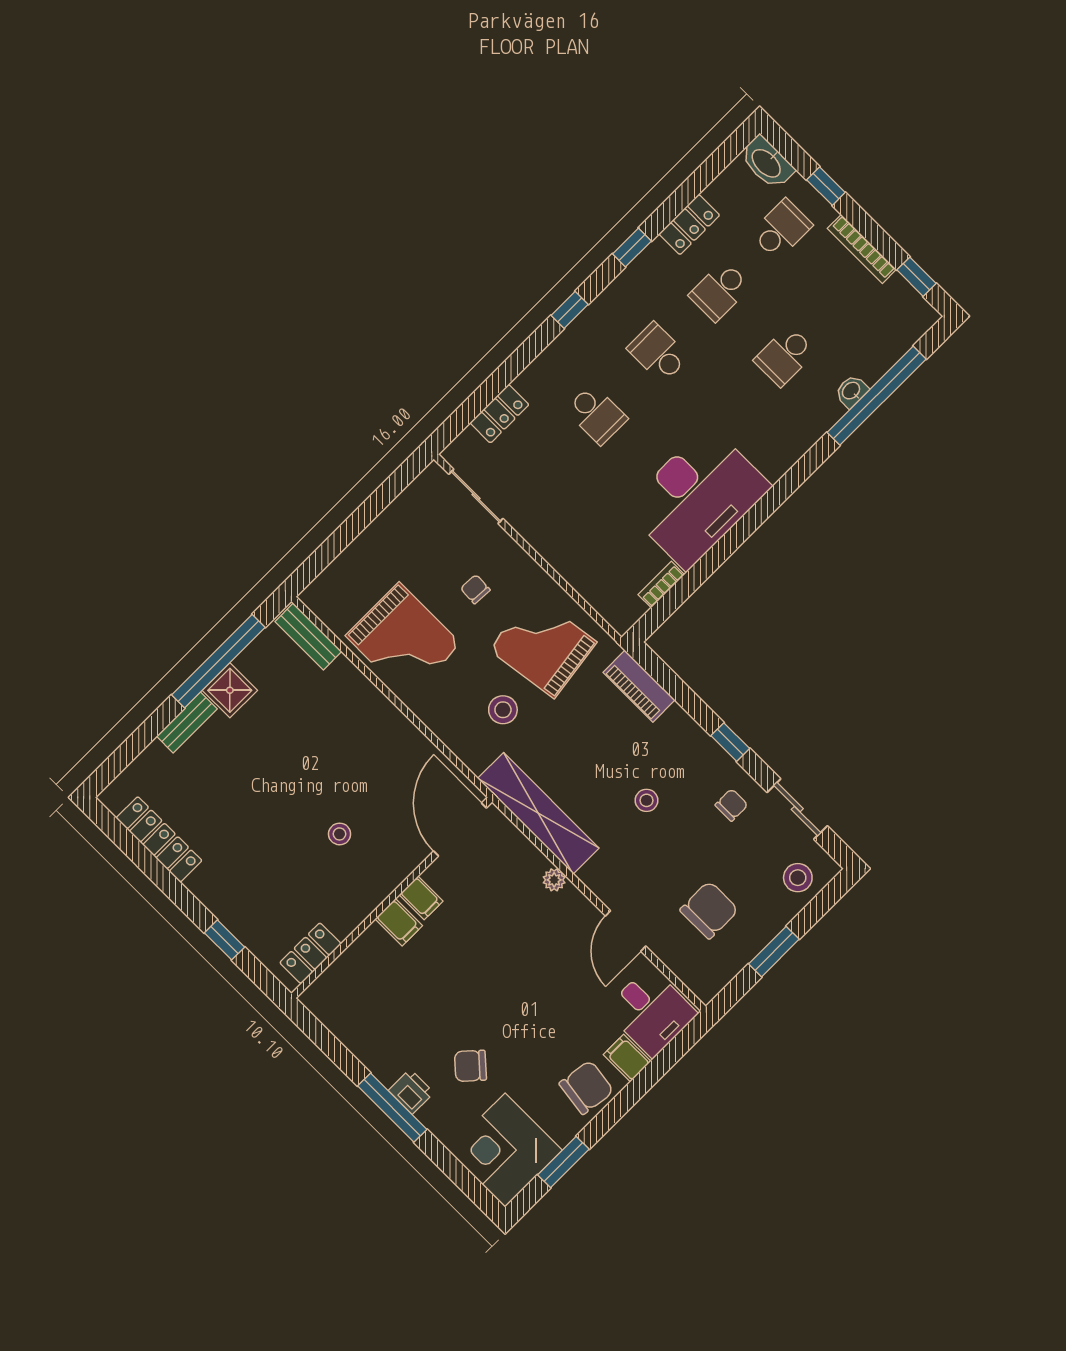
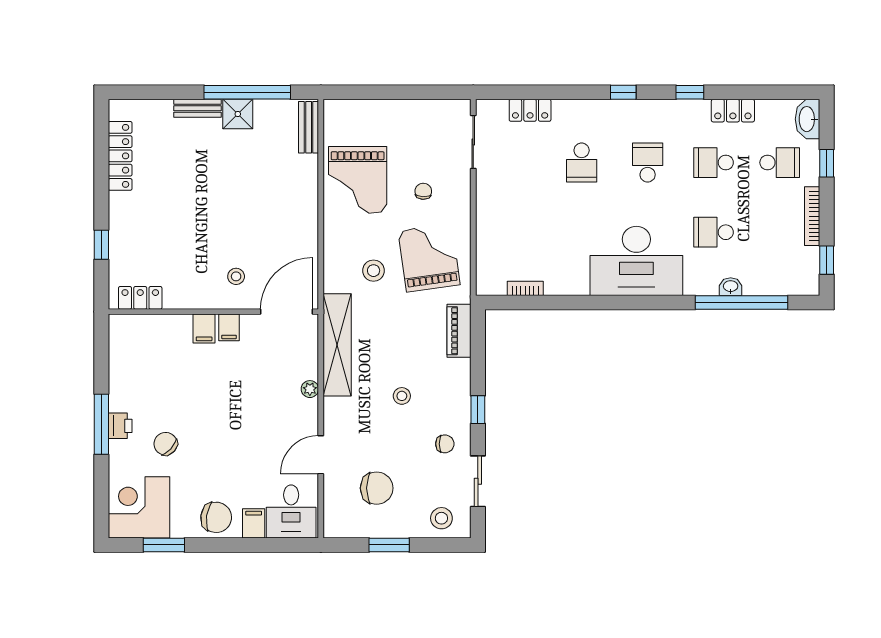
desk: (697, 497) -> (636, 261), moved
stool: (340, 834) -> (236, 276), moved

